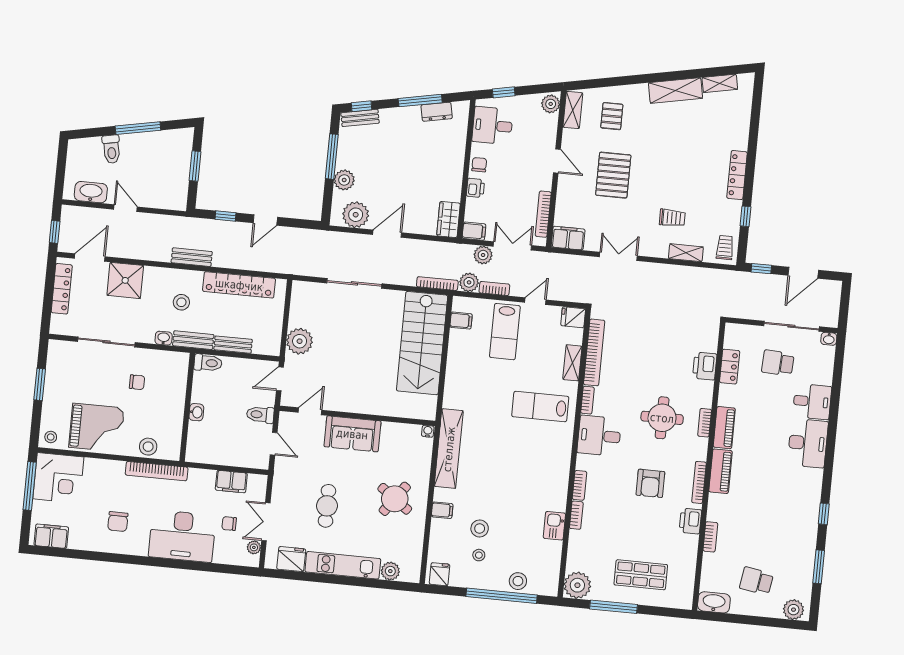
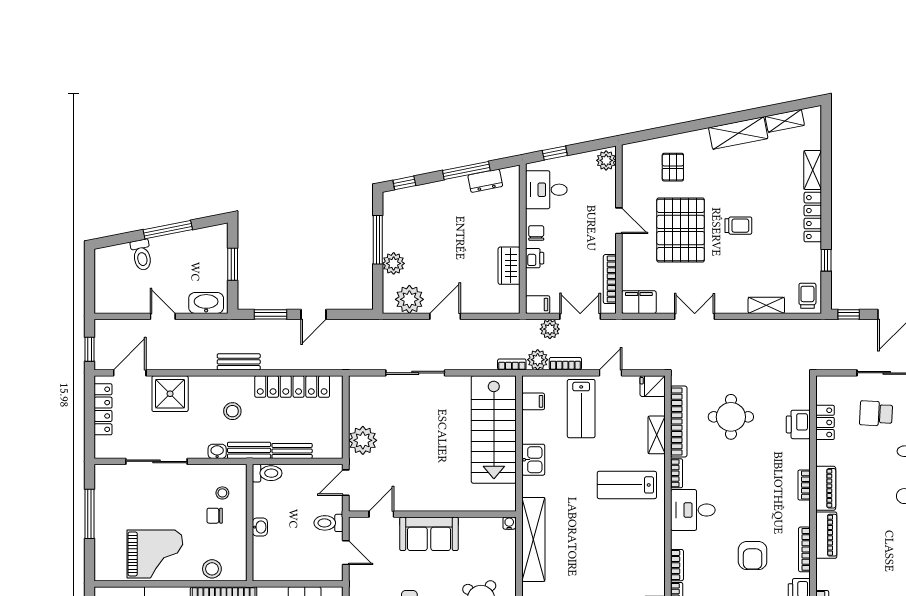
shelving: (573, 110) -> (813, 170), moved
bench: (360, 118) -> (404, 195), removed
pallet: (613, 175) -> (681, 230), width x1.37, depth x1.41
washbasin: (91, 192) -> (206, 303), moved
window: (225, 216) -> (270, 314), width x1.50
trolley: (672, 218) -> (738, 226), moved
wardrobe: (448, 220) -> (509, 266), moved
bookcase: (437, 284) -> (512, 364), width x0.64
kitchen sink: (456, 375) -> (533, 460), added
chair: (137, 382) -> (215, 516), moved, turned 180
window: (40, 384) -> (90, 514), width x1.44
round table: (662, 418) -> (731, 417), moved
stool: (51, 437) -> (222, 493), moved

